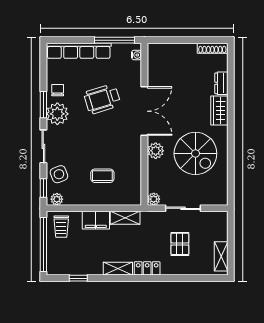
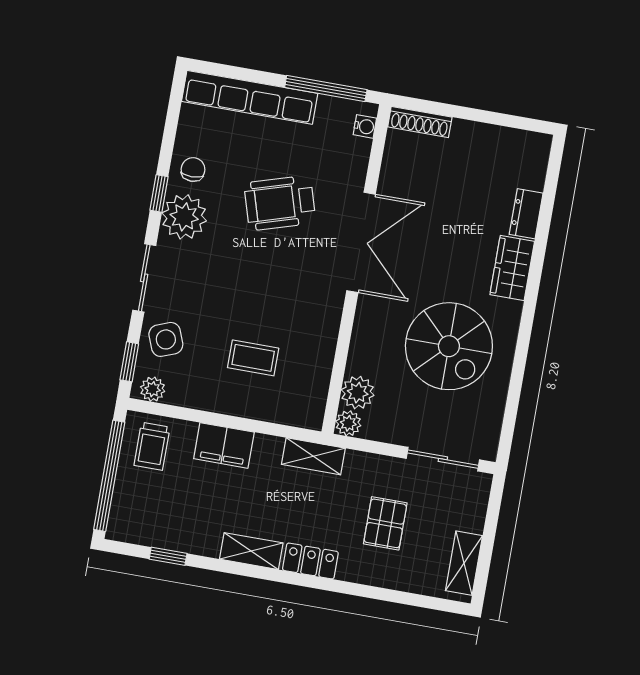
shoe rack: (212, 48) -> (420, 122), moved
window: (43, 105) -> (159, 193), width x0.67
plant: (156, 151) -> (358, 393), moved
sliding door: (183, 208) -> (443, 459), moved
shelving: (125, 218) -> (313, 456), moved

